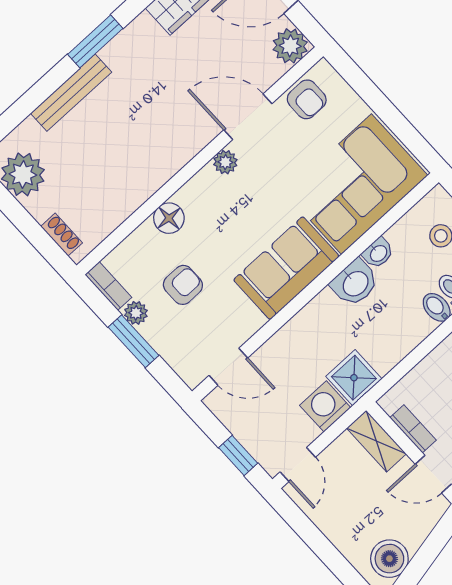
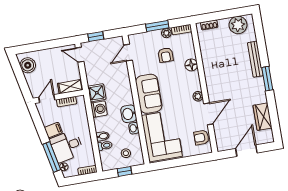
plant: (290, 46) -> (223, 144), removed
washing machine: (325, 406) -> (99, 109), moved

